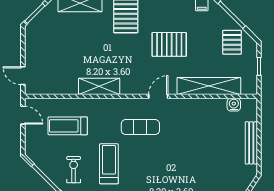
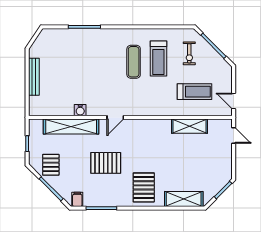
shelving: (99, 86) -> (190, 126), moved
water cooler: (234, 105) -> (80, 110), moved
exercise mat: (140, 127) -> (134, 62), moved, turned 90

